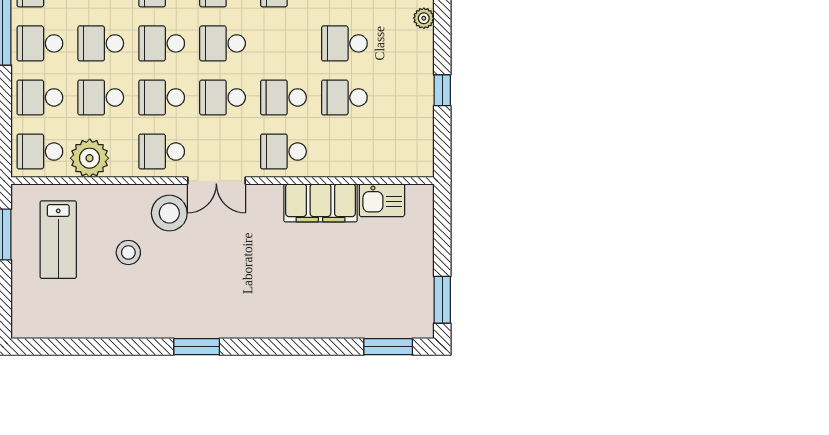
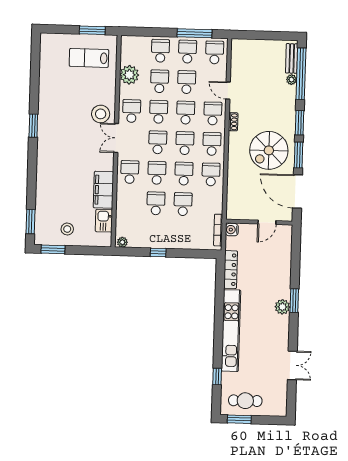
plant: (424, 18) -> (122, 242), moved
school desk: (40, 152) -> (184, 174), moved
stool: (128, 252) -> (67, 229), moved

